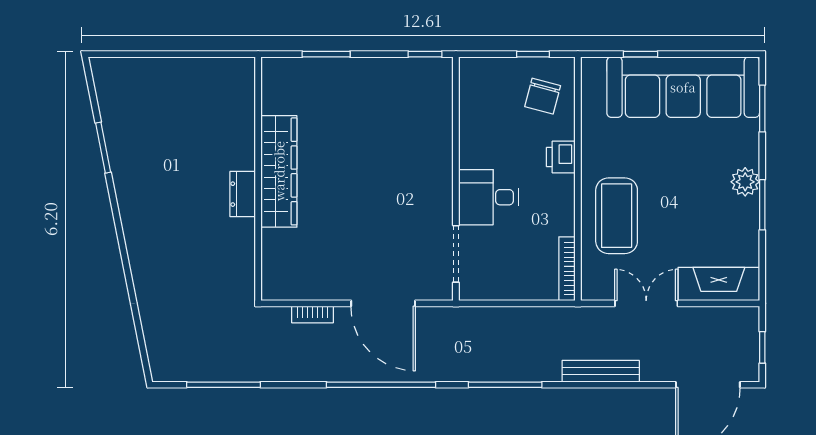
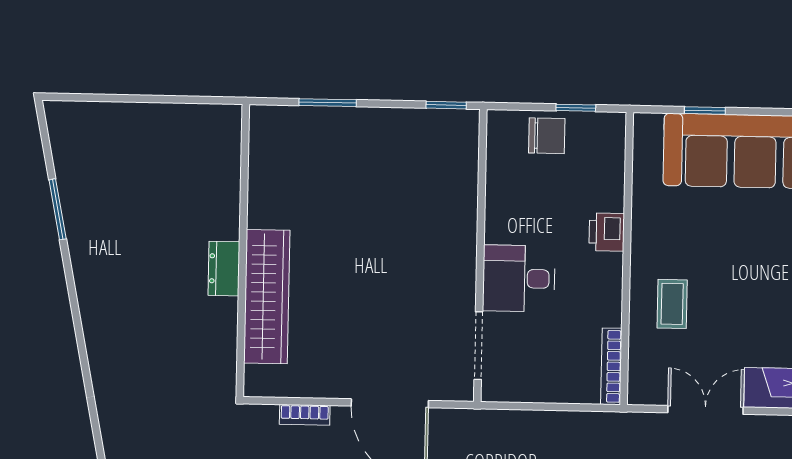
chair: (543, 96) -> (547, 136), moved, turned -105
wardrobe: (279, 171) -> (267, 297), moved
coffee table: (617, 216) -> (672, 304), width x0.54, depth x0.58

